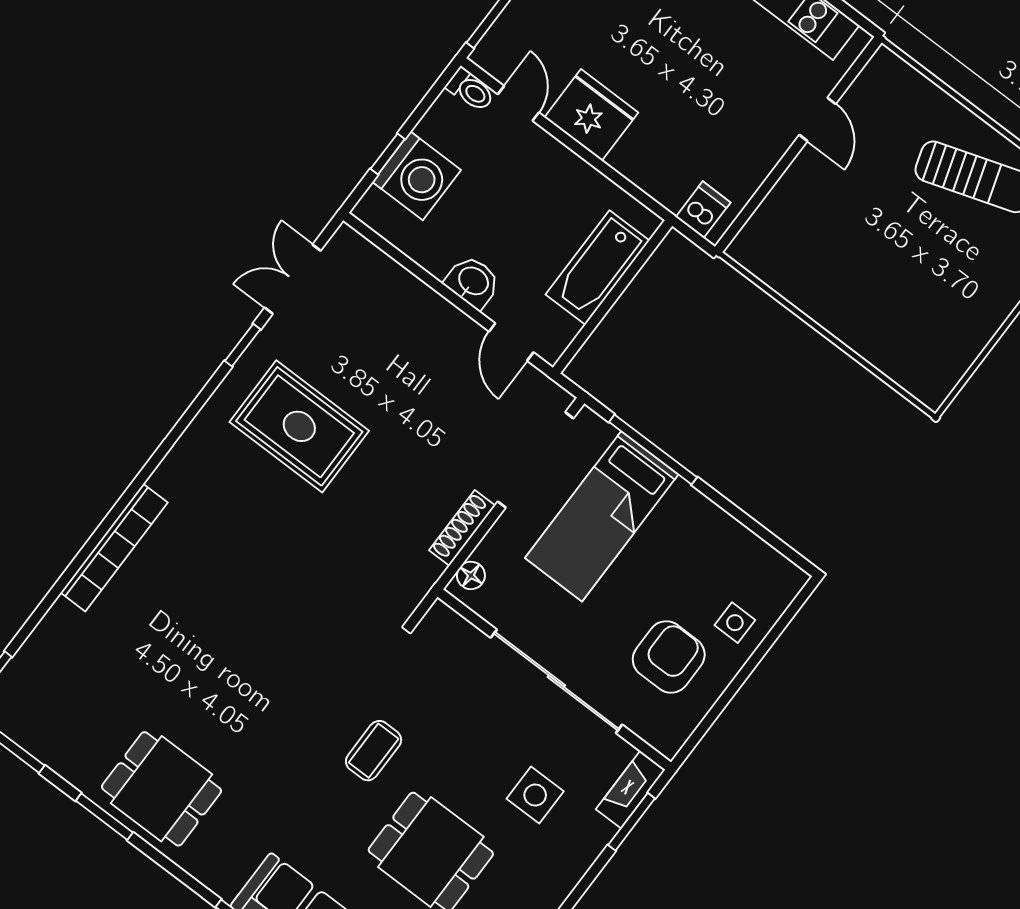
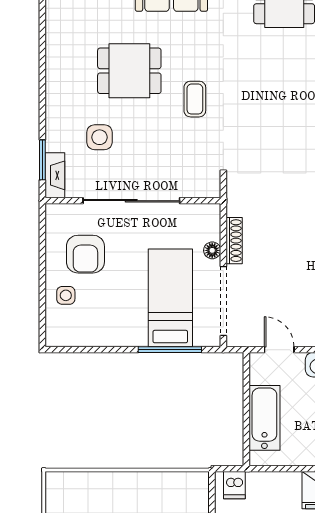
floor lamp: (471, 575) -> (212, 250), moved

